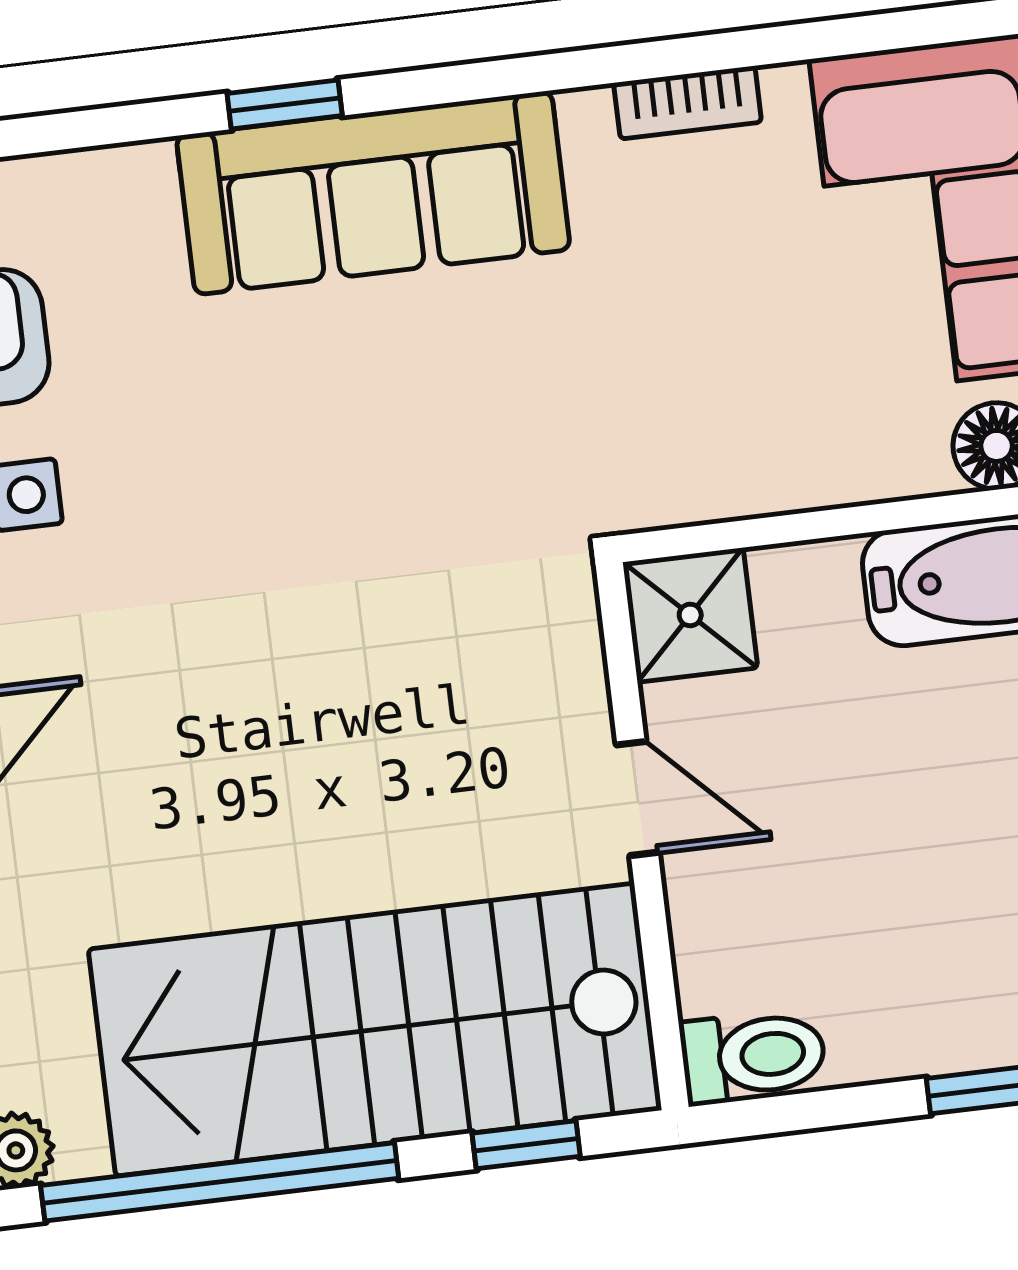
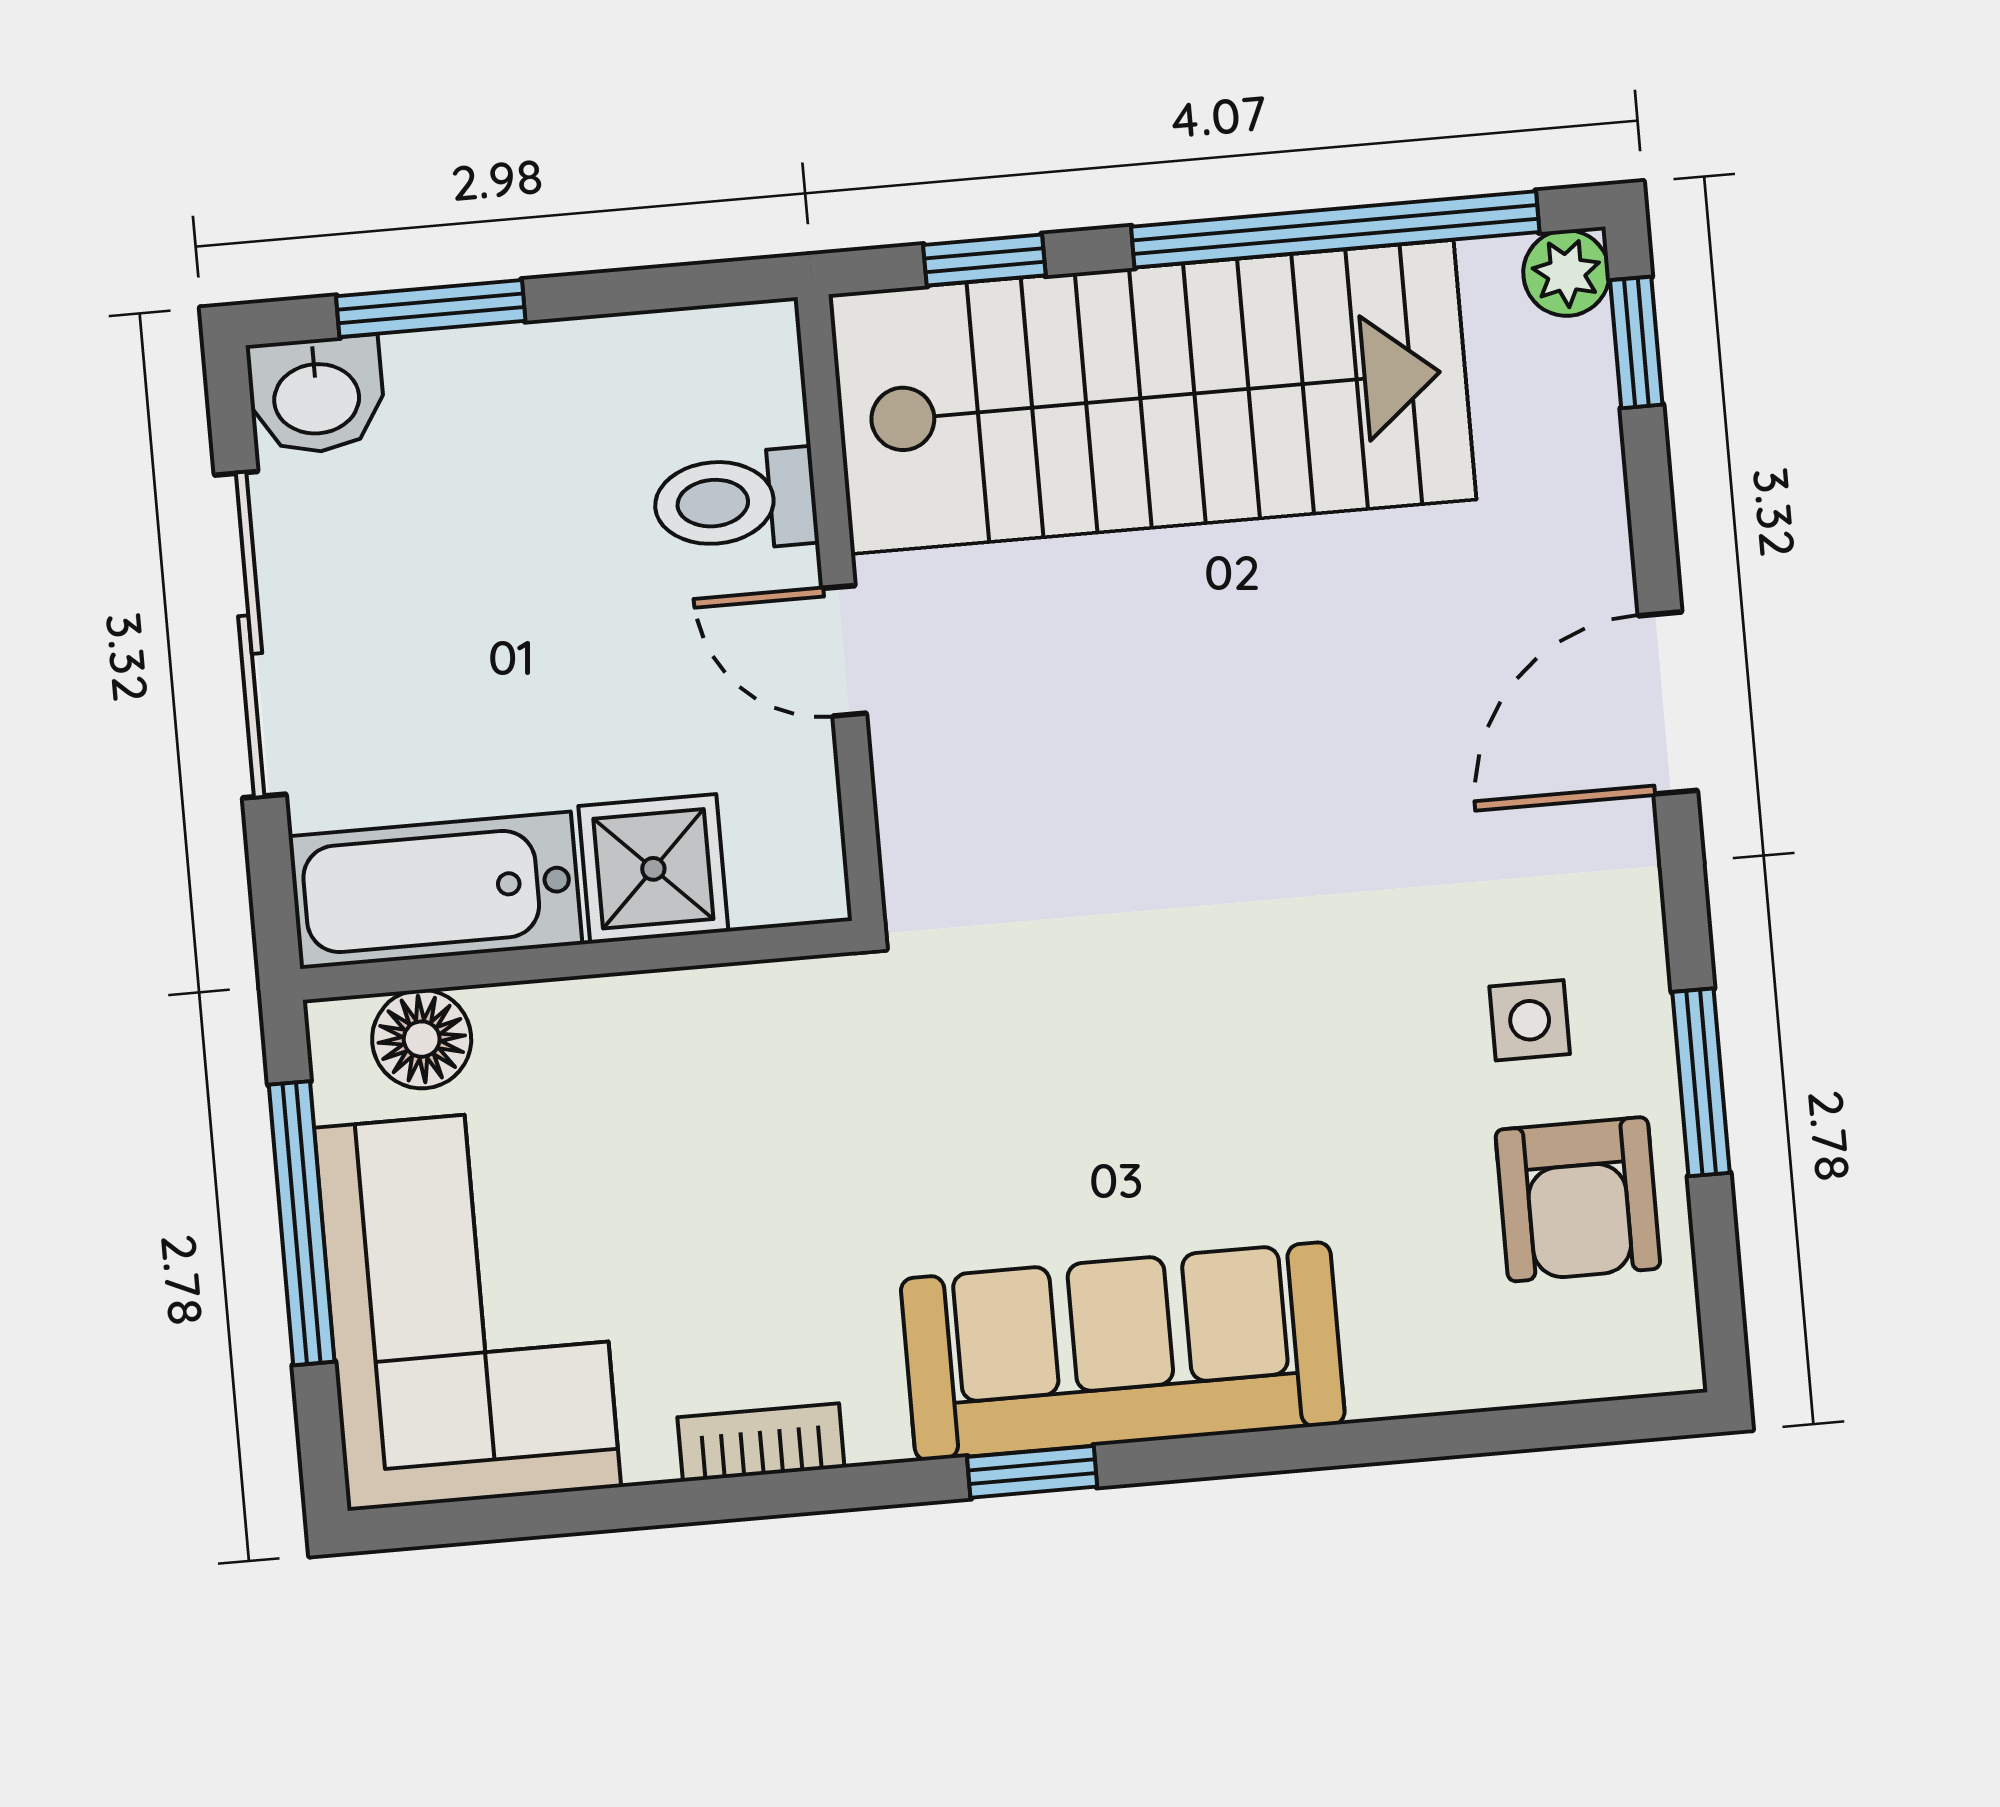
window: (285, 104) -> (1032, 1472), moved
shower: (690, 615) -> (653, 869), moved
toilet: (753, 1056) -> (735, 501), moved

